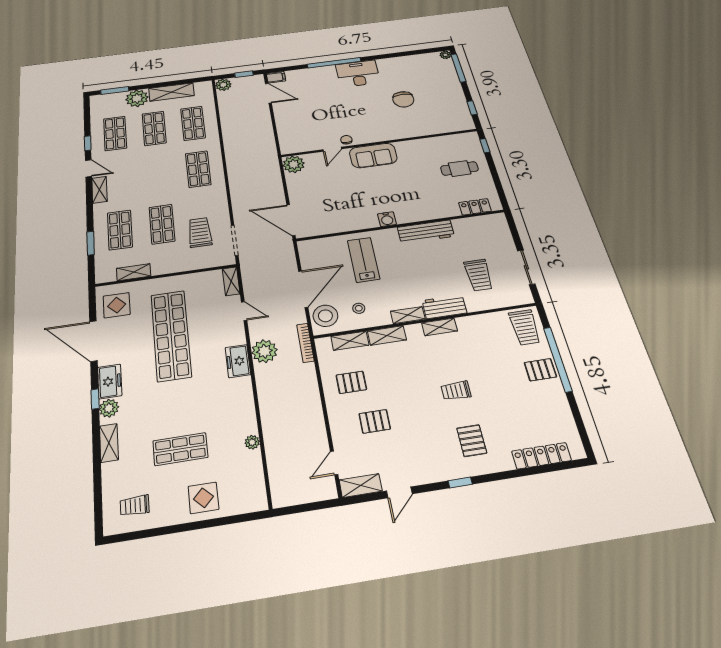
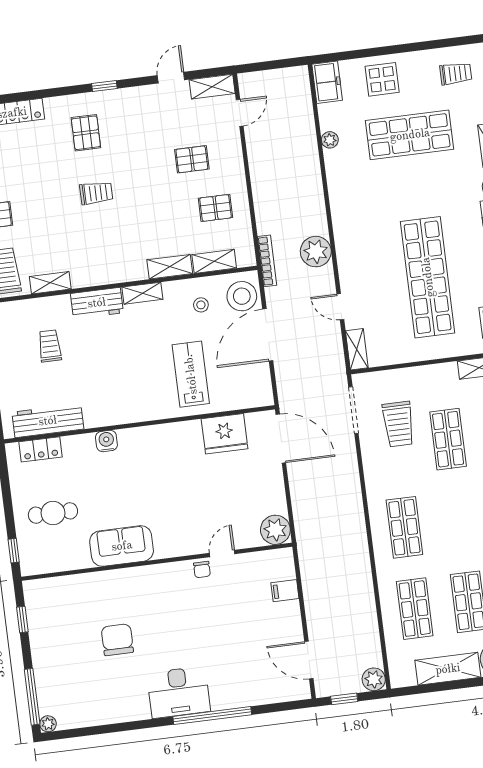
filing cabinet: (276, 77) -> (285, 591), moved
sofa: (373, 155) -> (122, 546), moved
water cooler: (387, 219) -> (106, 441), moved
fridge: (335, 222) -> (224, 434), added
workbench: (426, 232) -> (48, 421), moved
lab bench: (364, 260) -> (191, 374), turned 180
trolley: (479, 275) -> (50, 346), width x0.73, depth x0.72
shelving: (440, 327) -> (50, 283), moved
freezer: (238, 361) -> (327, 82), moved
shop shelf: (180, 449) -> (410, 135), width x1.43, depth x1.36

